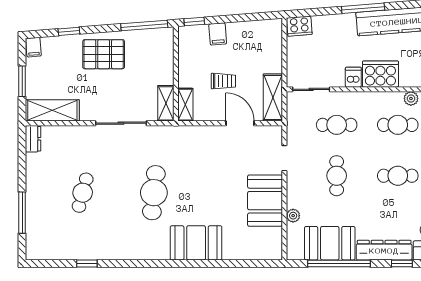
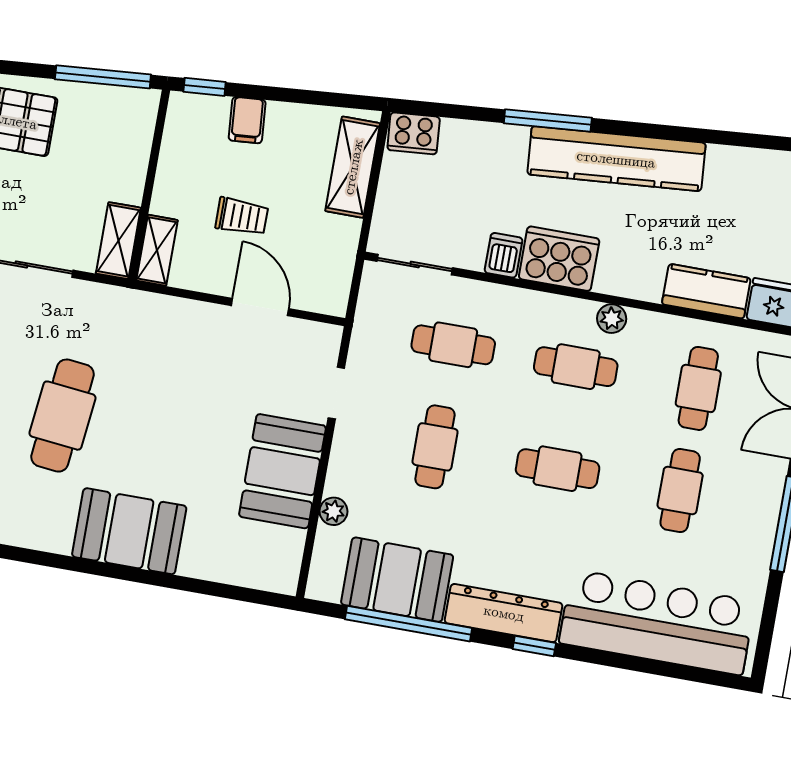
shelving: (273, 97) -> (353, 167), moved

